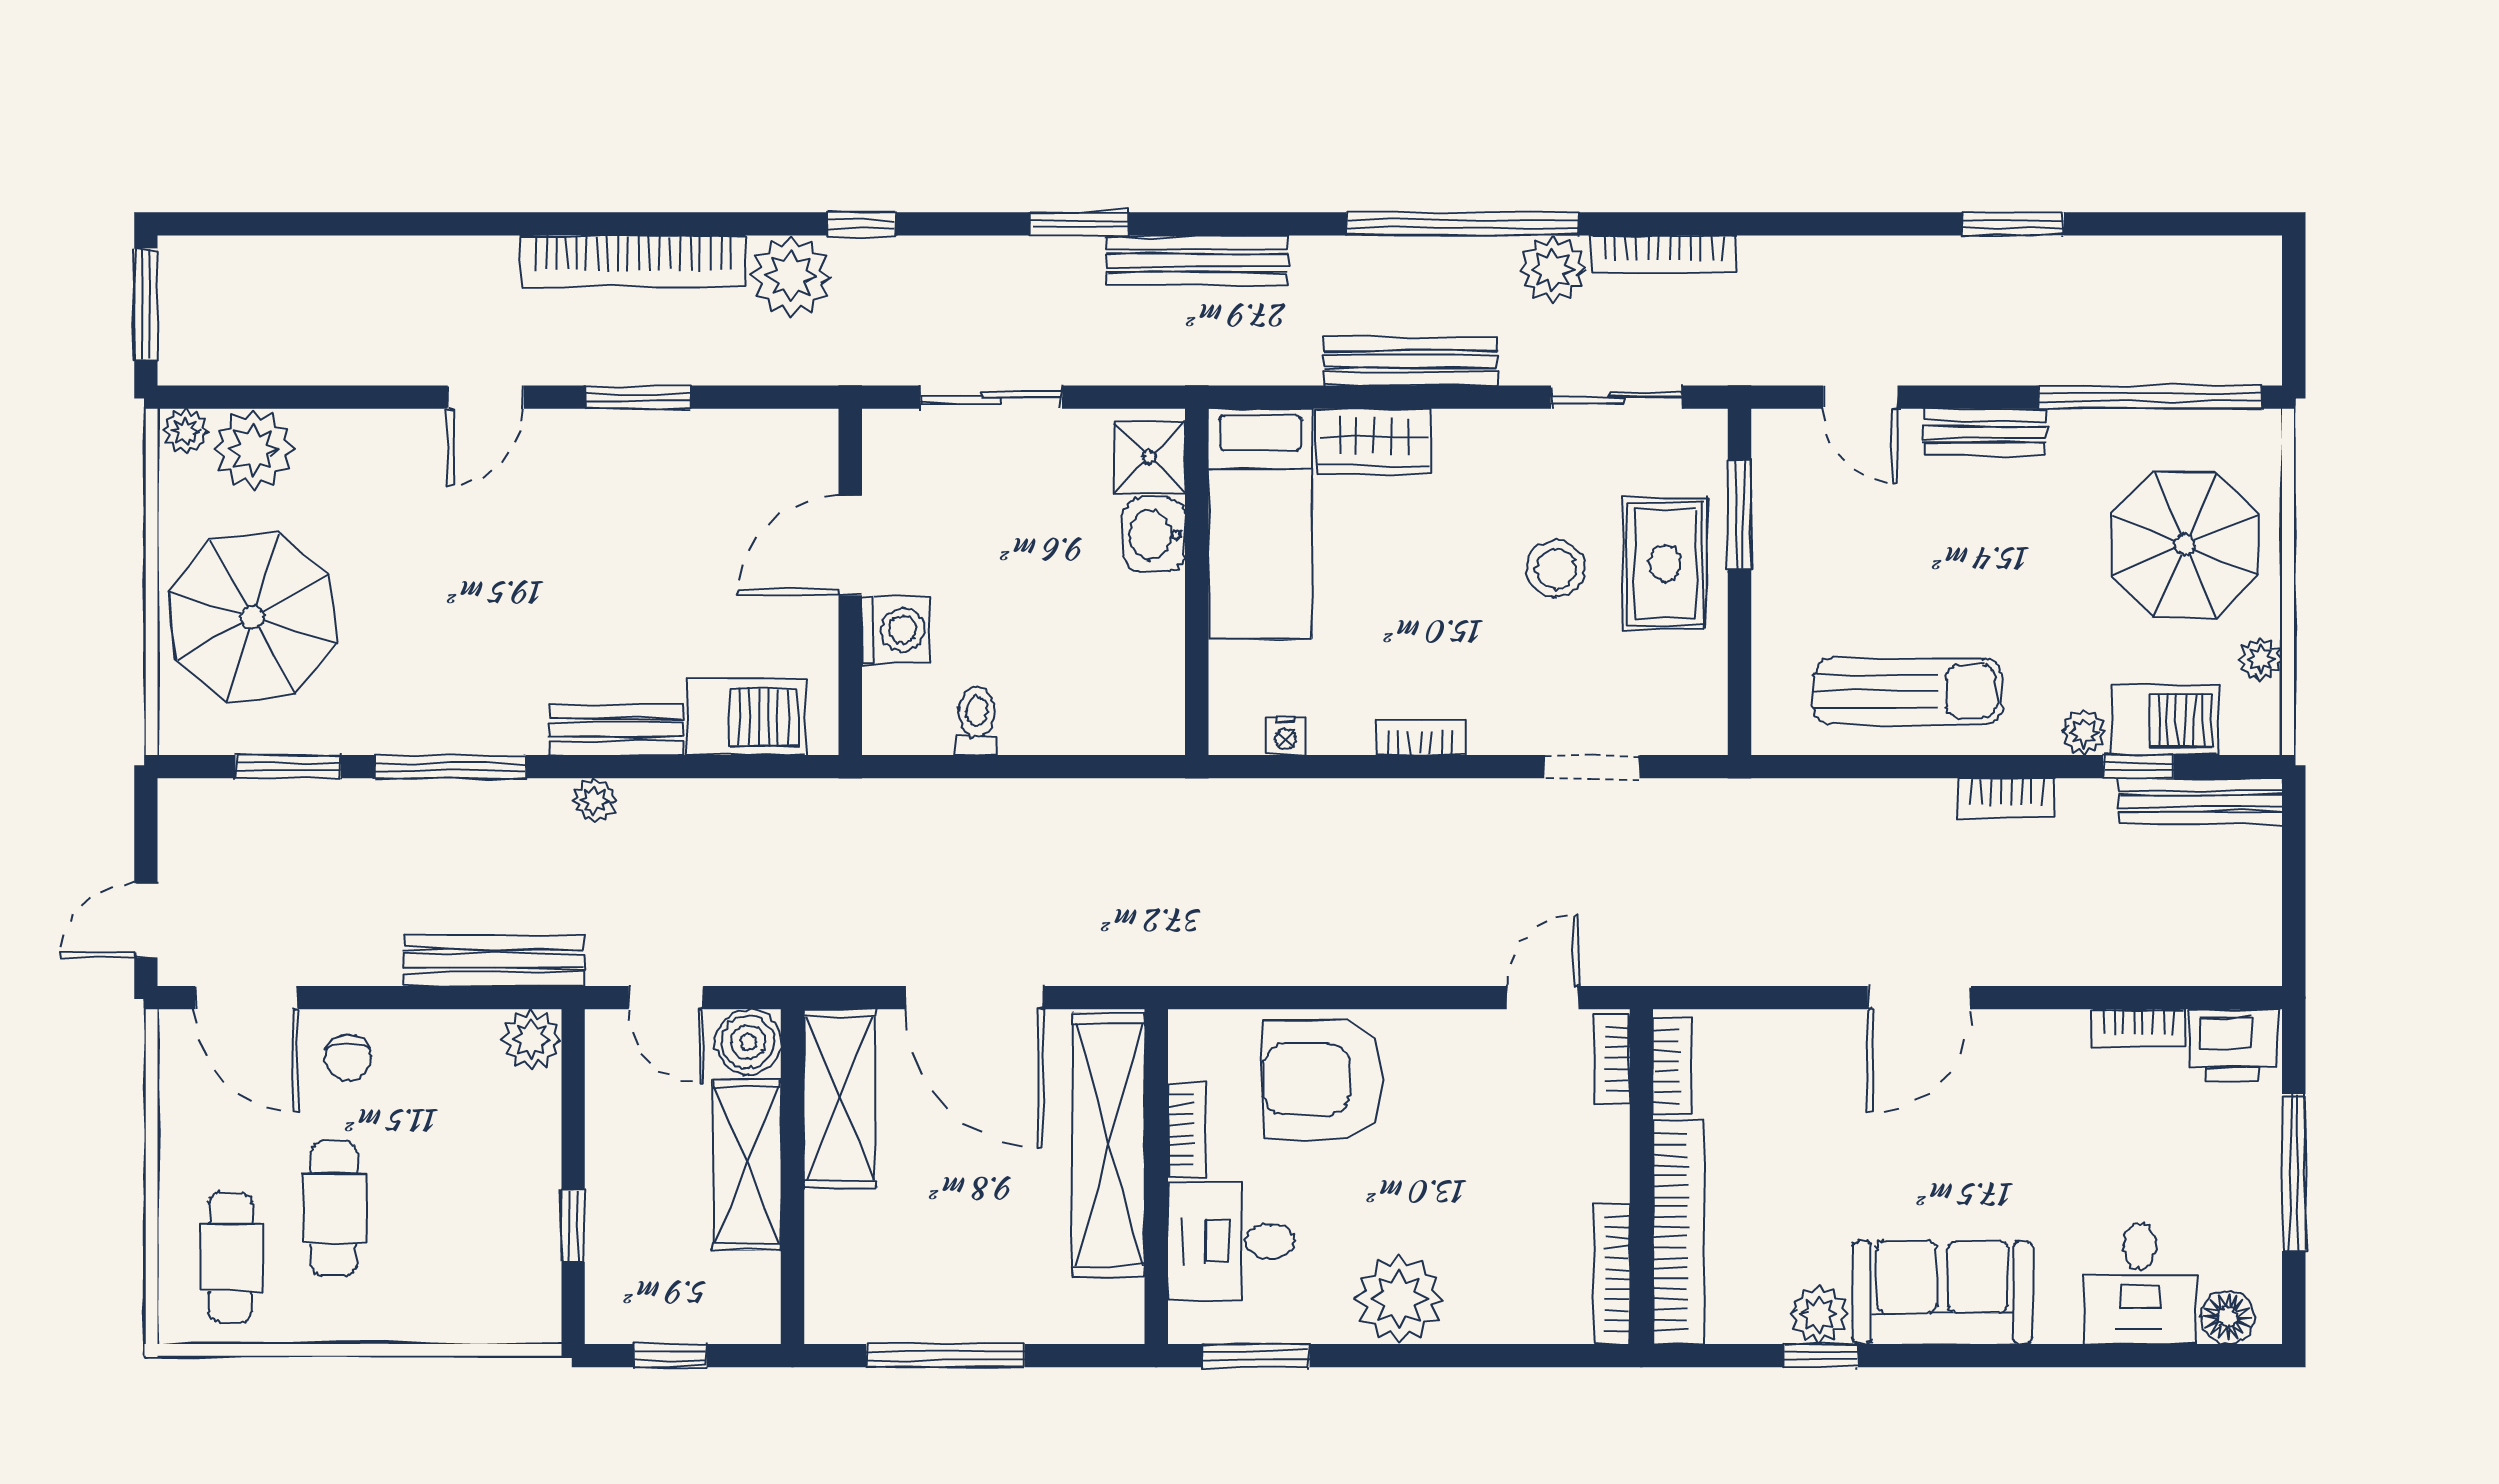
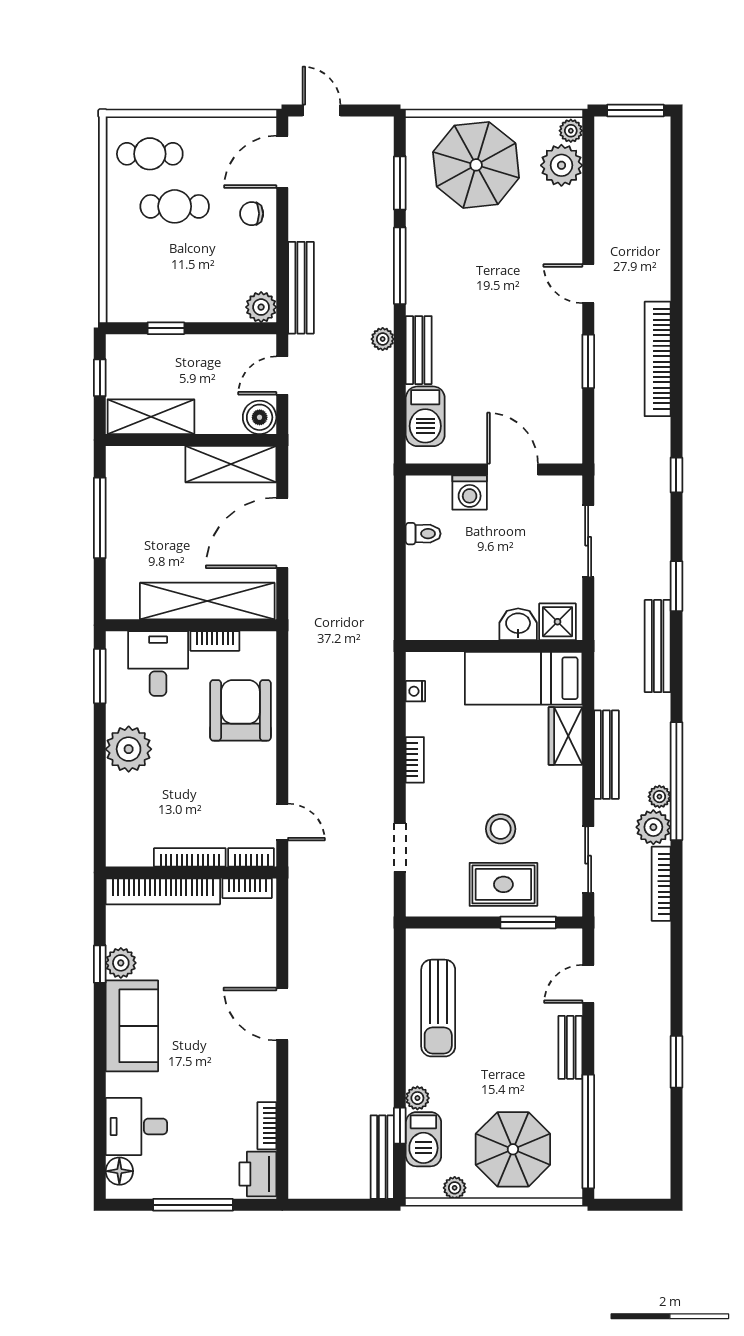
plant: (791, 276) -> (659, 797), moved, width x0.53, depth x0.53
bookcase: (2006, 798) -> (384, 1058), removed
shelving: (747, 1165) -> (151, 417), moved
bookcase: (1612, 1274) -> (190, 857), moved

